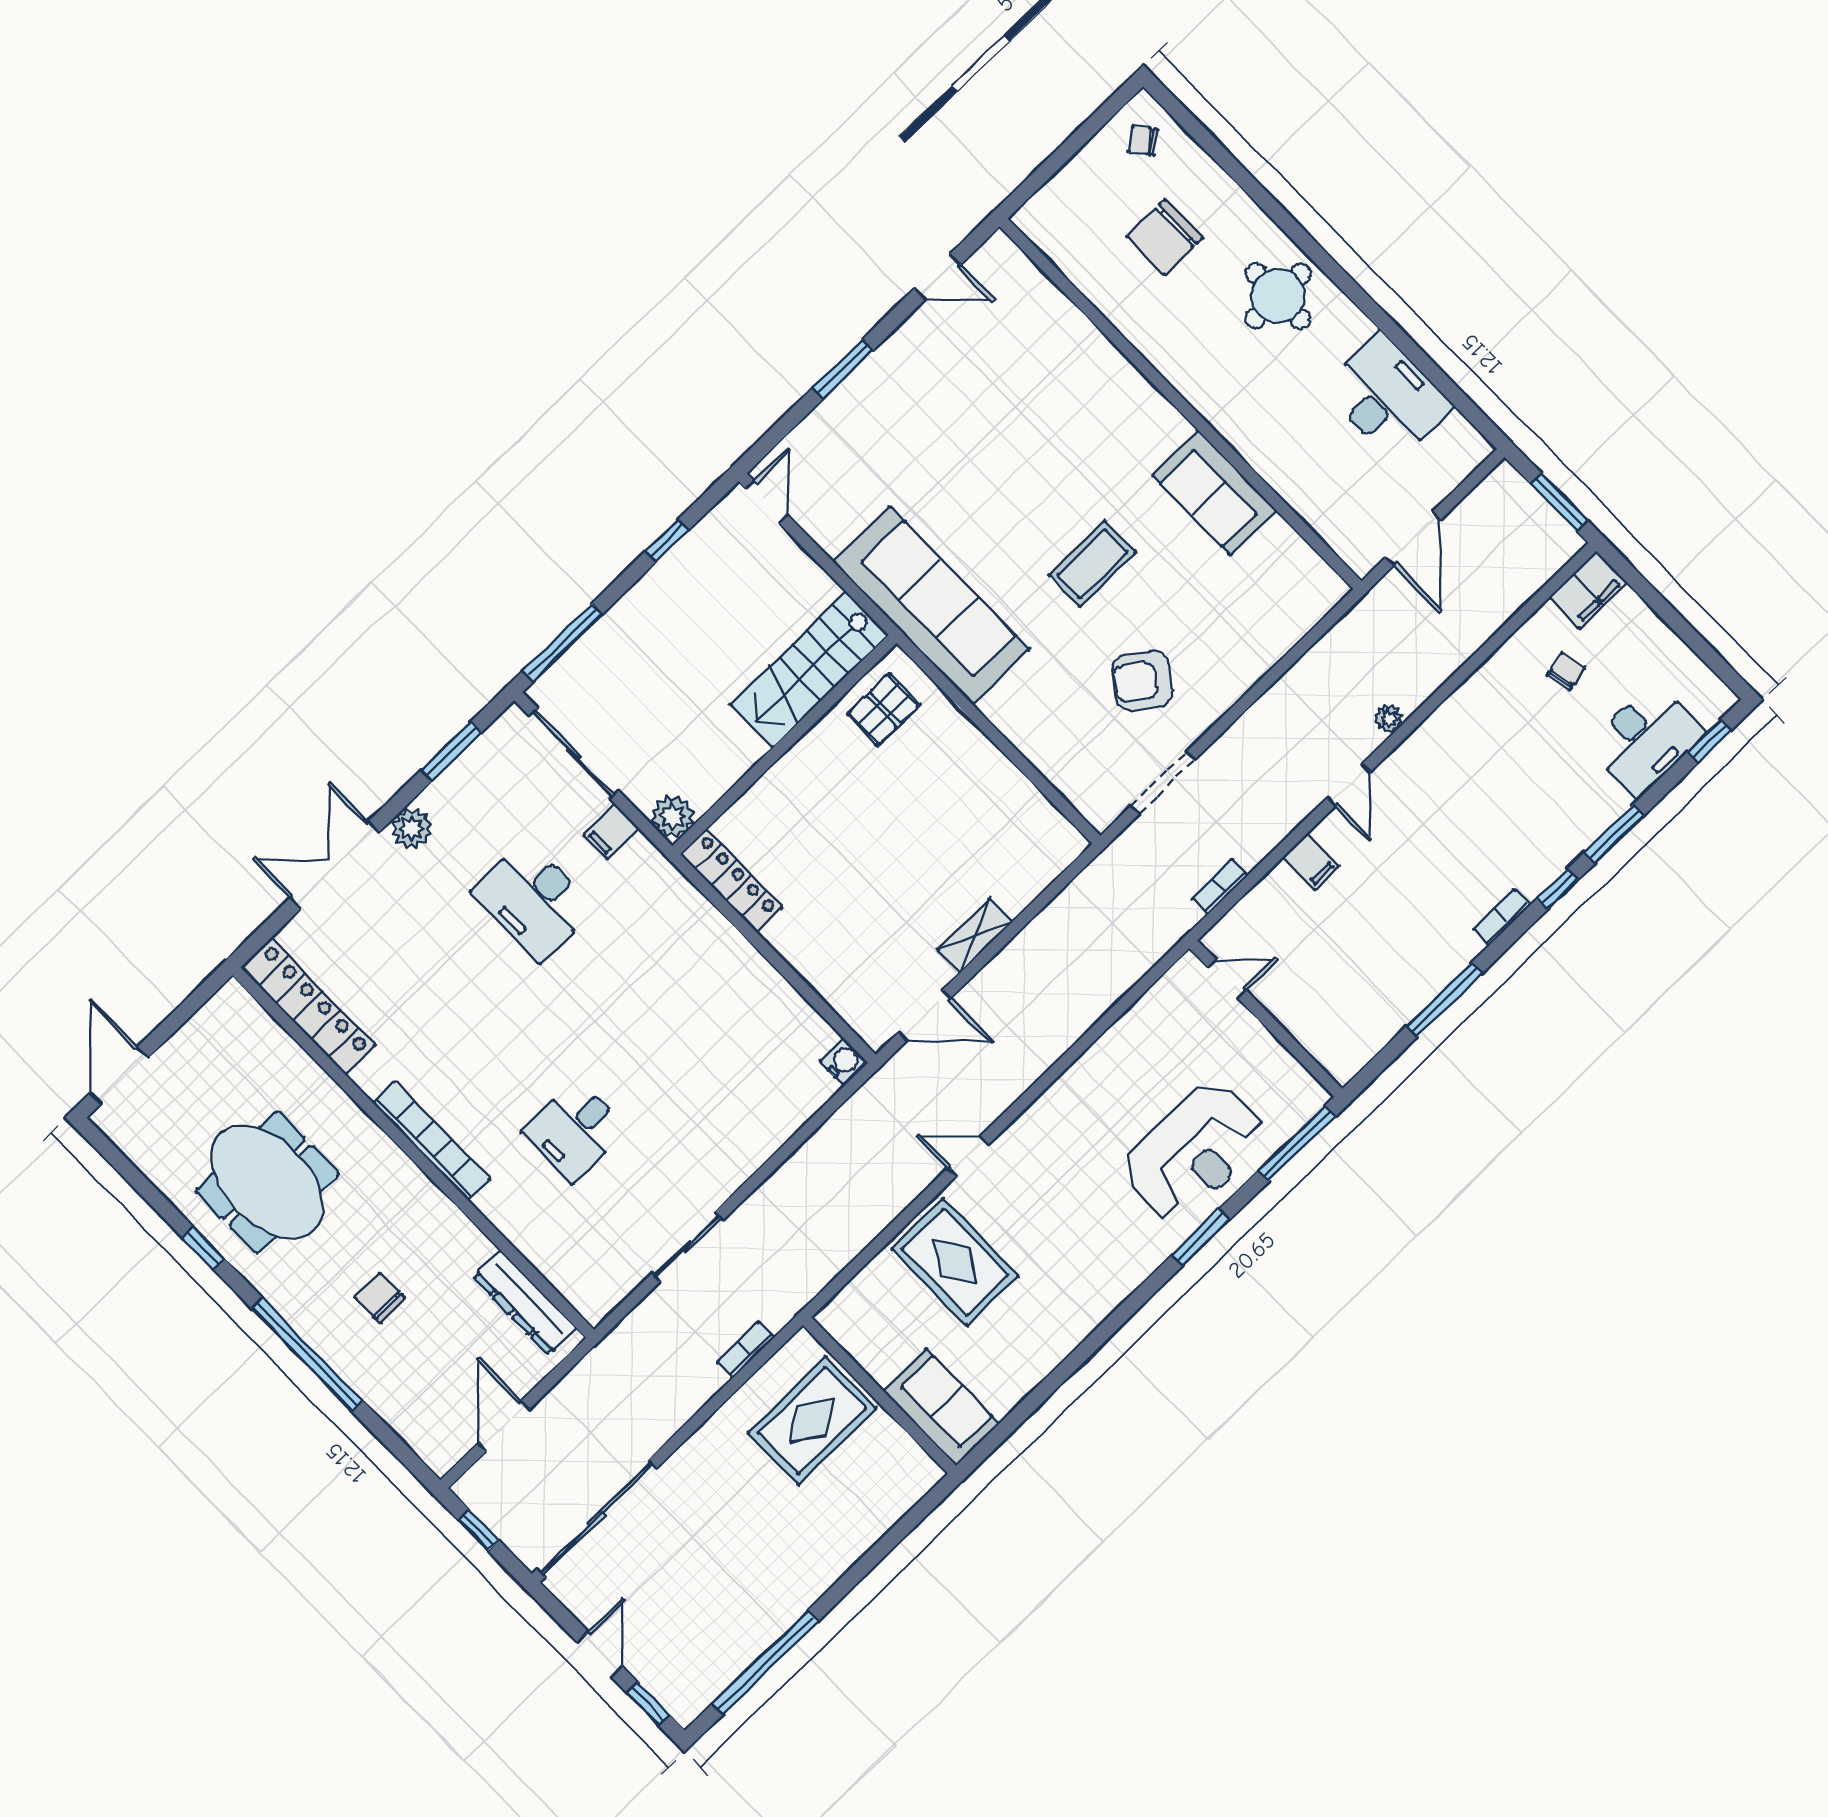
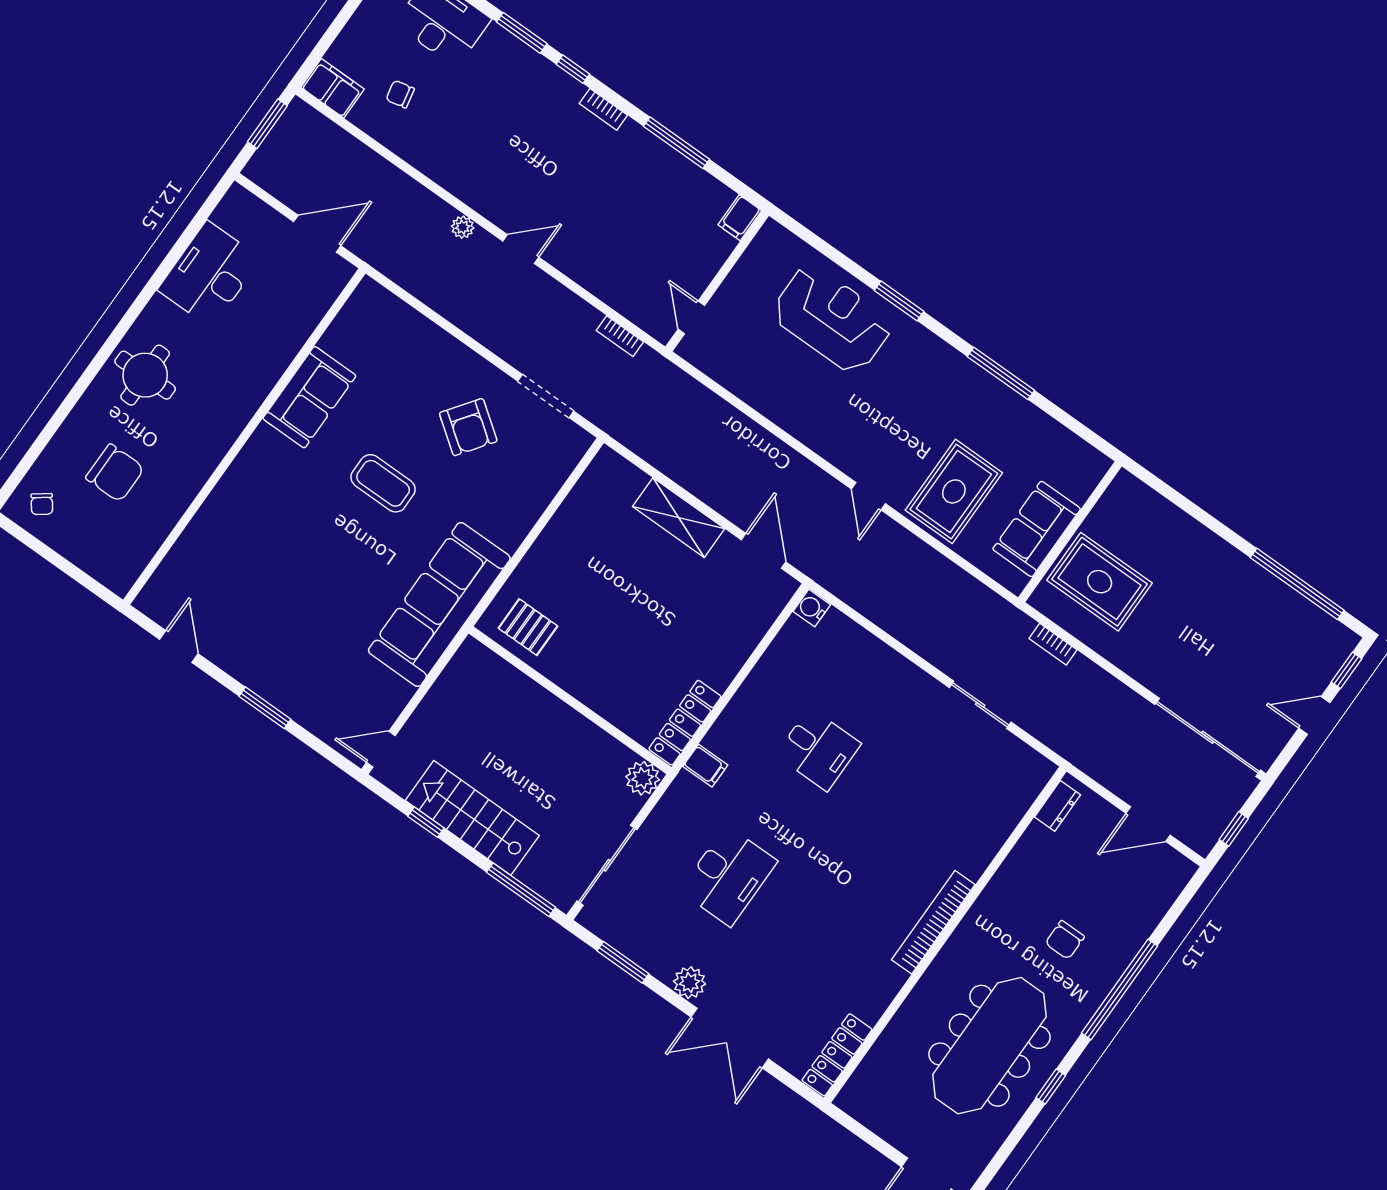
stairs: (810, 670) -> (472, 818), moved, turned 180
filing cabinet: (611, 831) -> (705, 766), moved
filing cabinet: (1311, 862) -> (740, 218), moved, turned 180
shelving: (975, 935) -> (679, 518), width x1.50, depth x1.33
locker: (308, 1006) -> (837, 1055), width x0.71, depth x0.83
desk: (575, 1130) -> (818, 749), moved
window: (1297, 1143) -> (1001, 373), moved
meeting table: (267, 1182) -> (989, 1046), width x1.36
dresser: (525, 1303) -> (1057, 806), width x0.51, depth x0.80
sofa: (941, 1407) -> (1037, 529), moved

